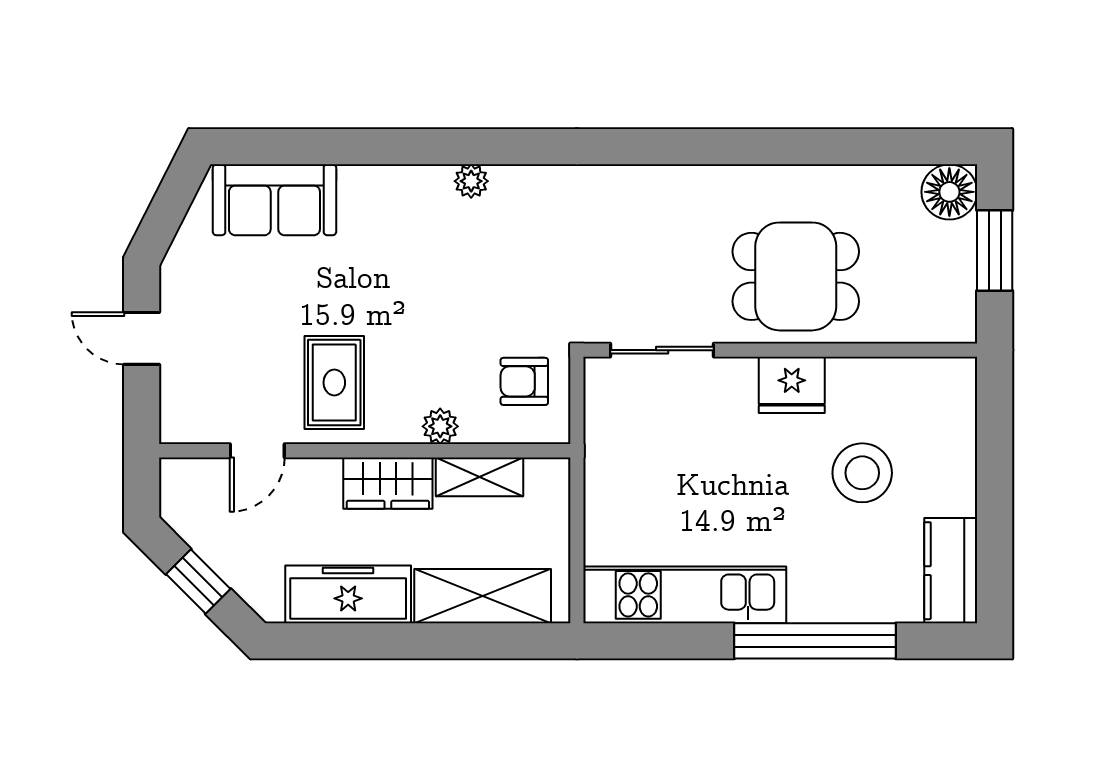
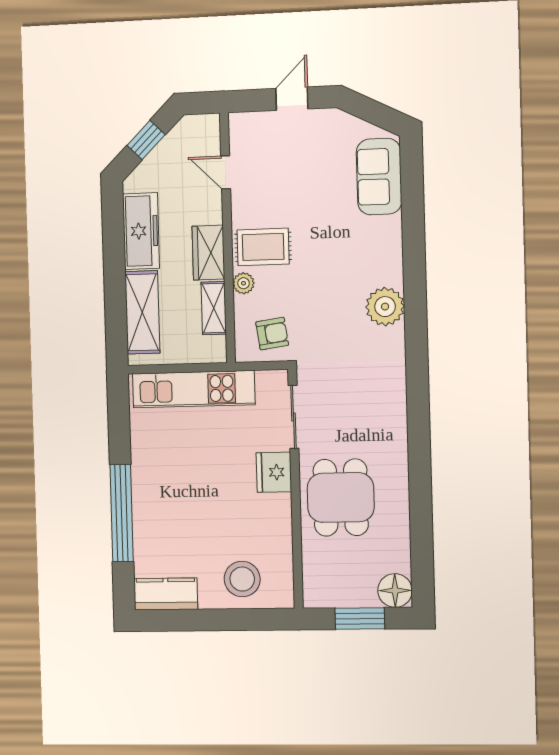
plant: (471, 181) -> (385, 307), width x1.88, depth x1.88
armchair: (524, 381) -> (272, 334), turned 82
rug: (334, 383) -> (263, 247), moved
fridge: (792, 385) -> (274, 472), moved
stool: (862, 473) -> (242, 579), moved
kitchen unit: (685, 595) -> (194, 389), moved, turned 90

